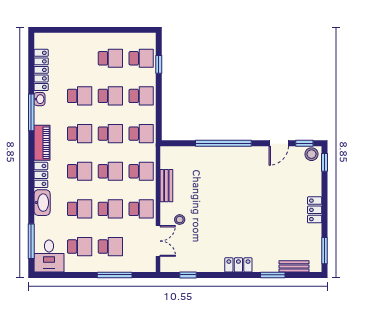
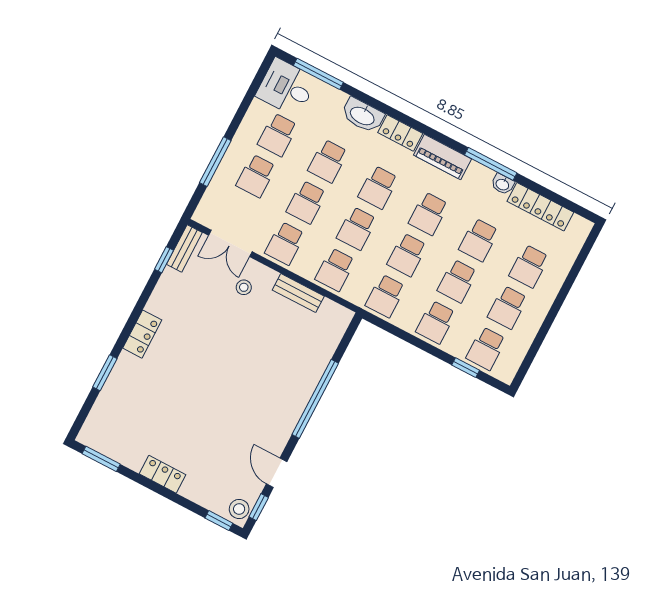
school desk: (80, 58) -> (529, 266), added
bench: (294, 266) -> (184, 248), moved

